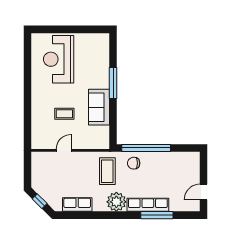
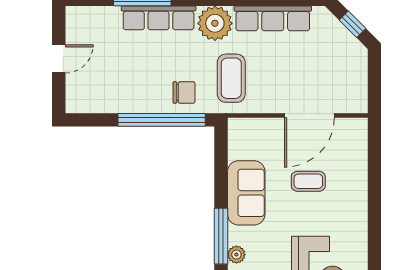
plant: (104, 73) -> (236, 255), added
door: (64, 150) -> (309, 115), width x1.87
door: (203, 192) -> (59, 59), moved
row of seats: (77, 205) -> (273, 18), width x1.48

